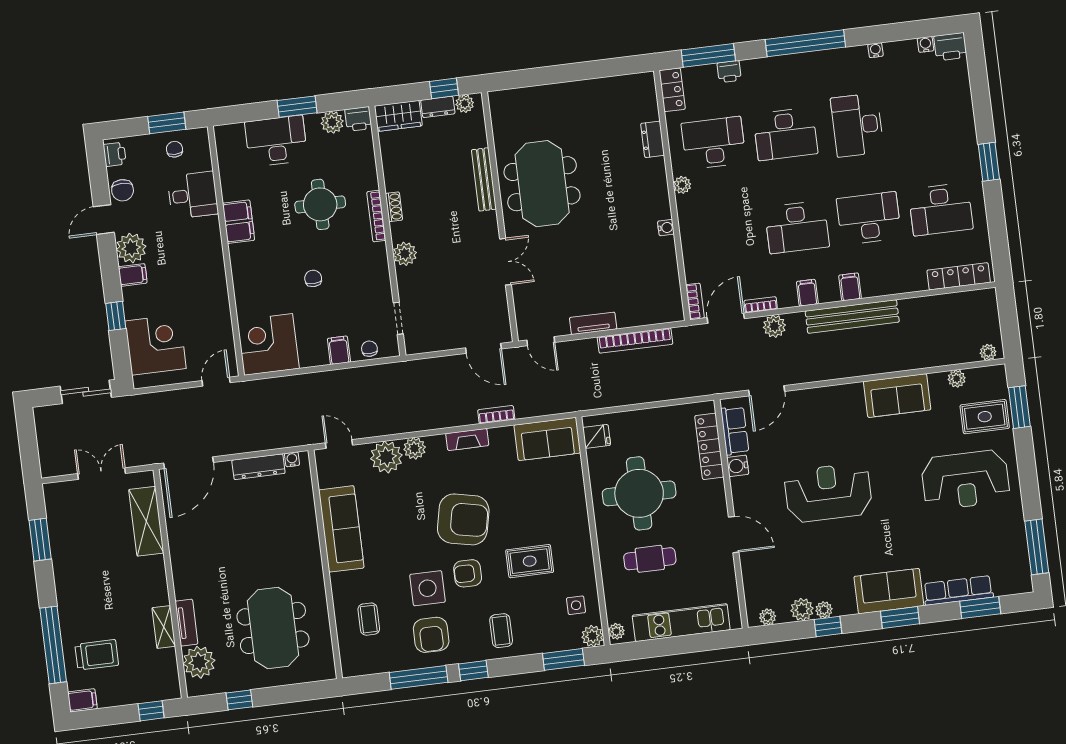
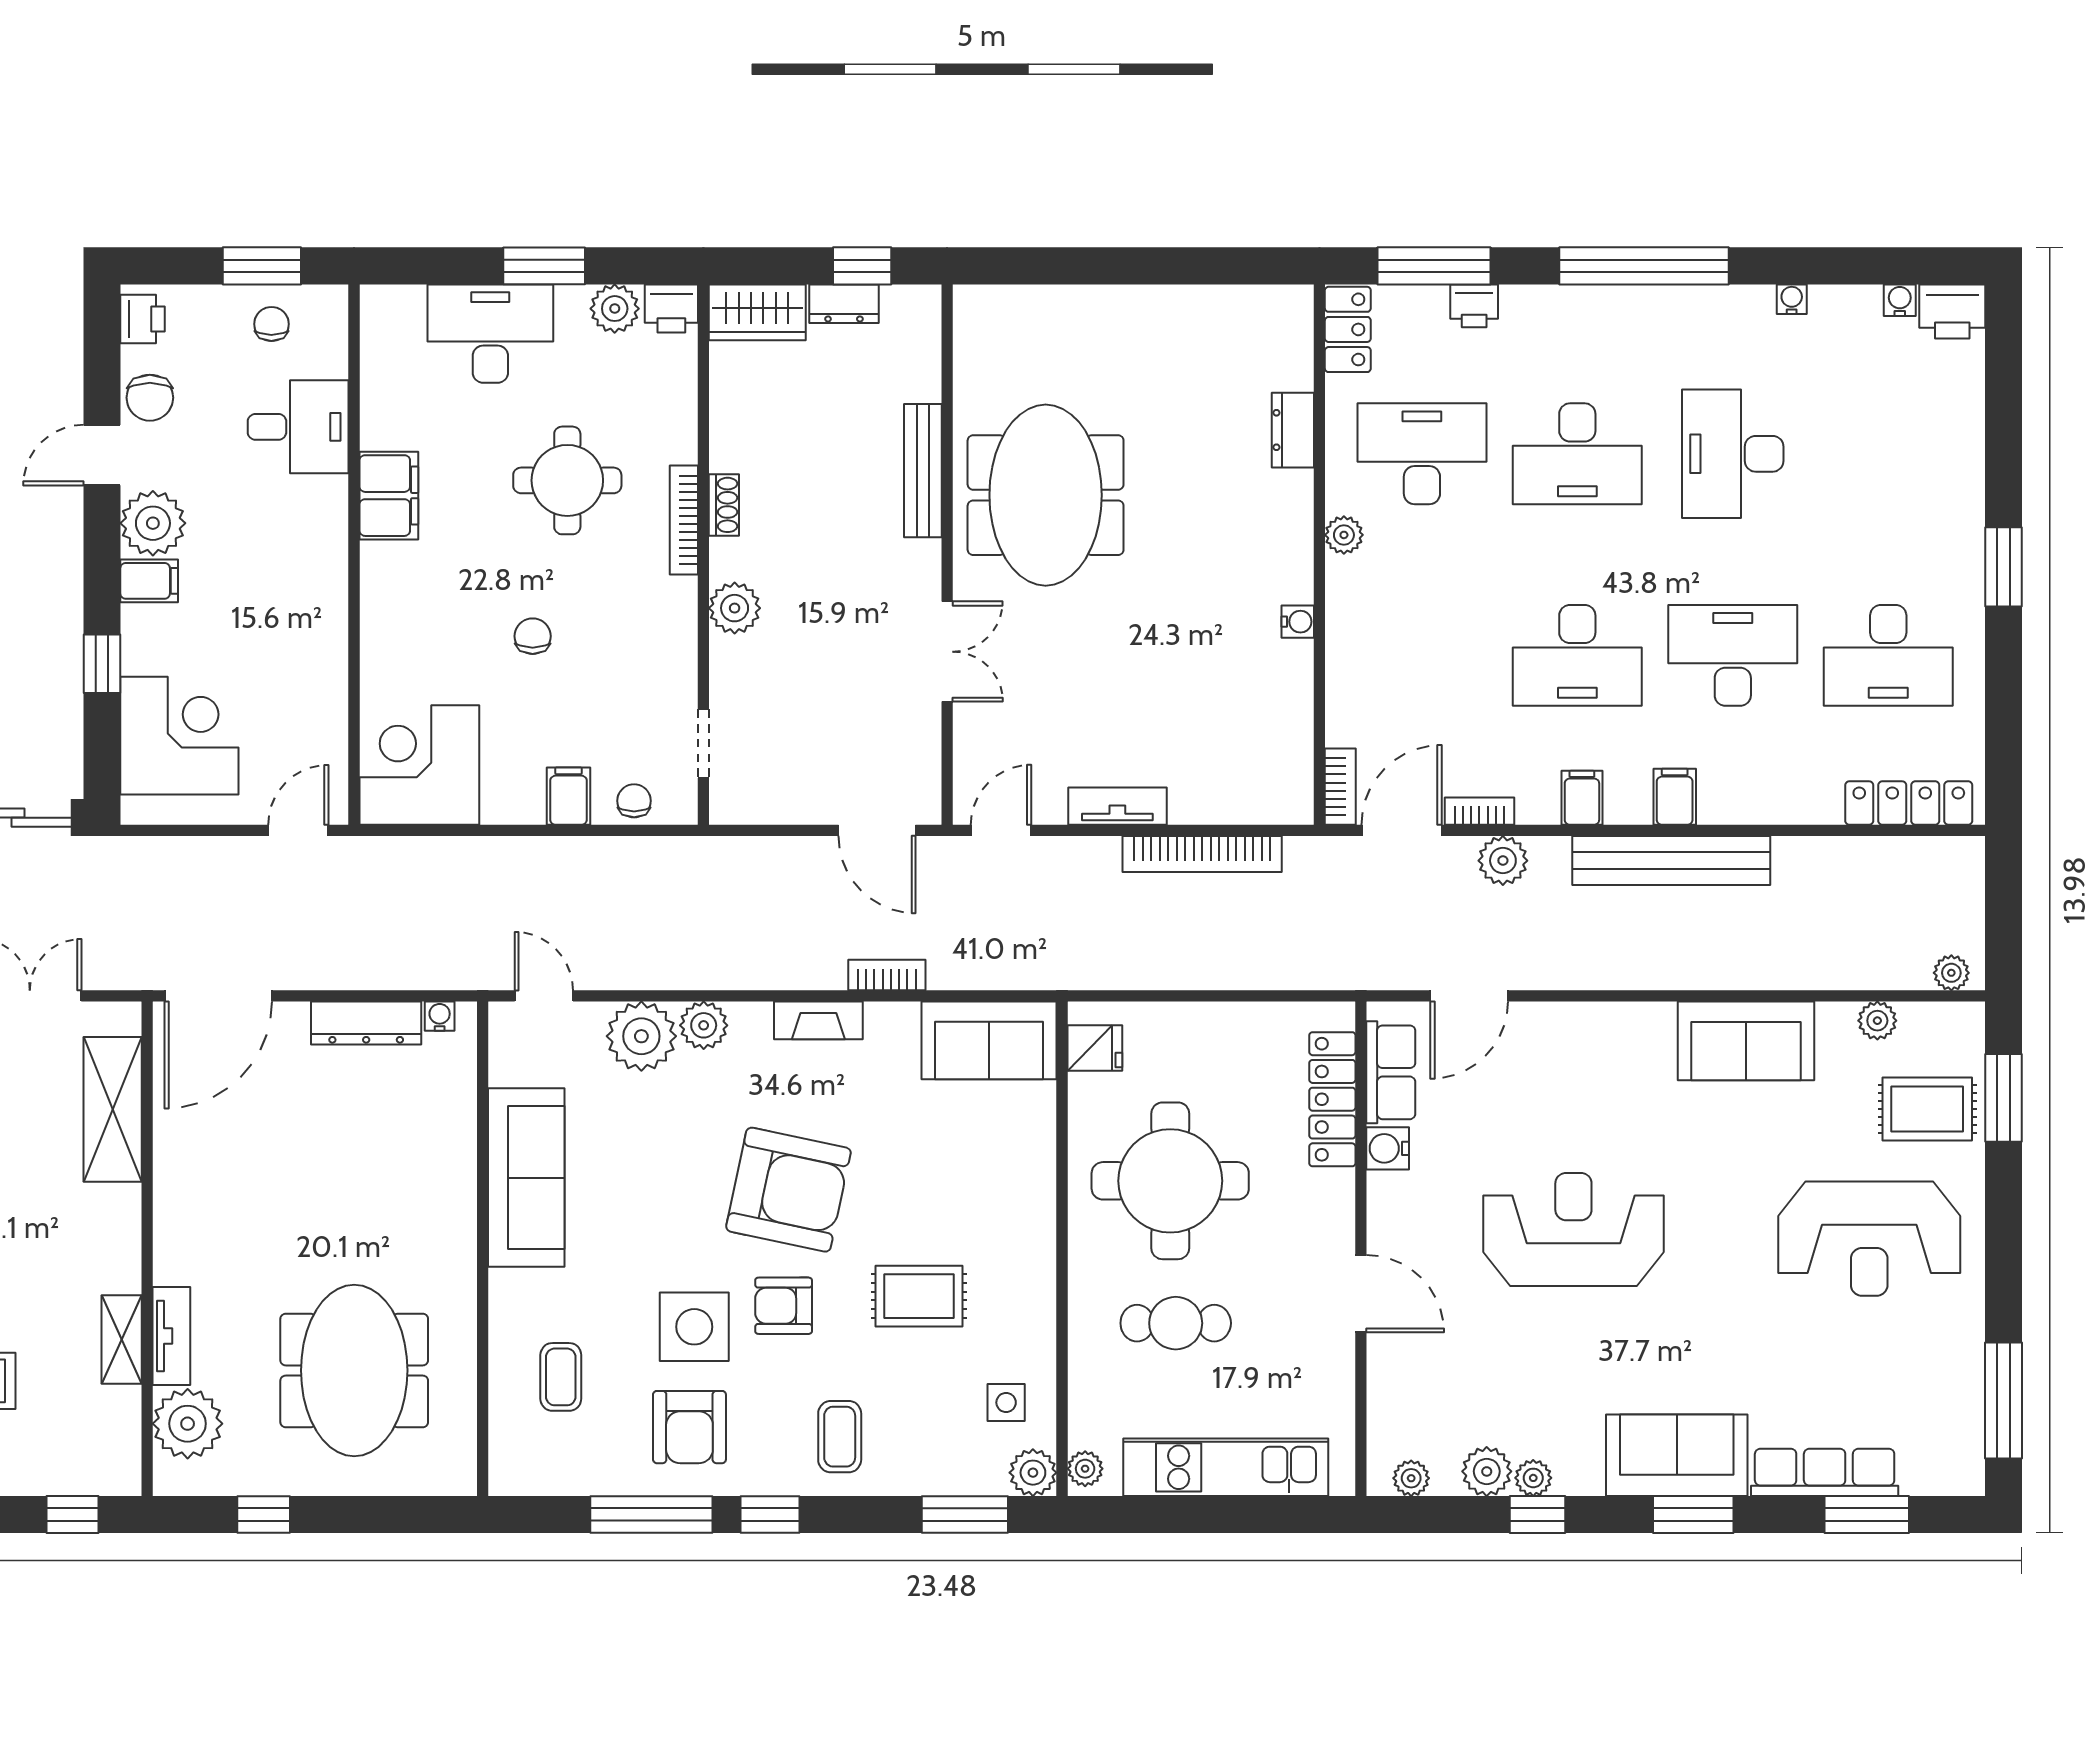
plant: (465, 104) -> (902, 304), removed
door: (541, 341) -> (1001, 830), swing flipped

